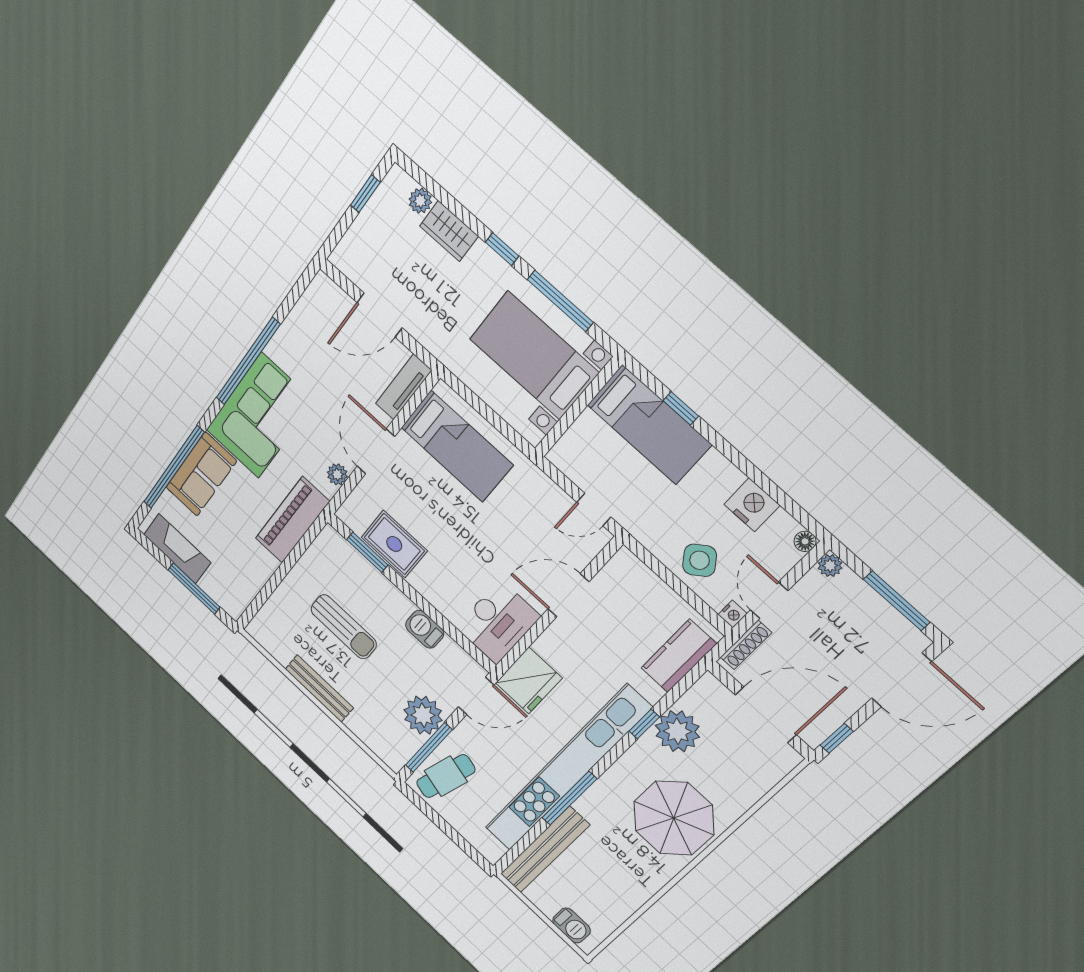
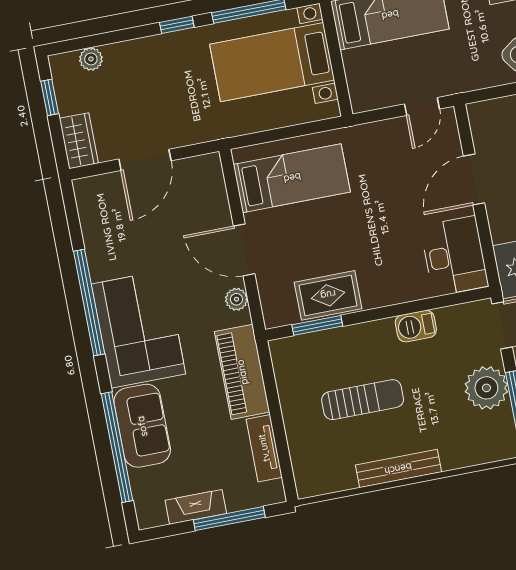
wardrobe: (449, 231) -> (79, 141), moved, turned -90
tv unit: (404, 387) -> (264, 448), moved
fireplace: (177, 549) -> (196, 507), width x0.73, depth x0.76

